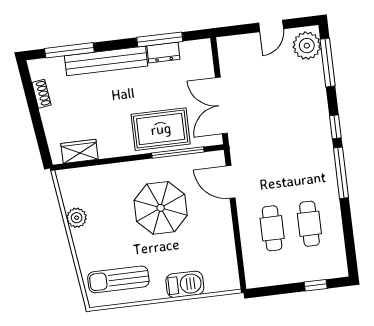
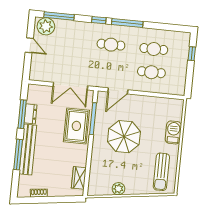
window: (69, 50) -> (18, 155), moved
cafe table: (301, 155) -> (111, 45), added

